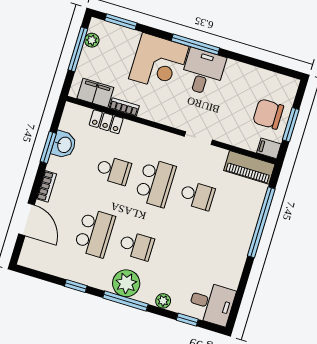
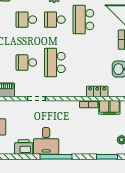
corner desk: (159, 63) -> (75, 138), removed
printer: (238, 73) -> (24, 147), added
school desk: (114, 170) -> (26, 20), moved

